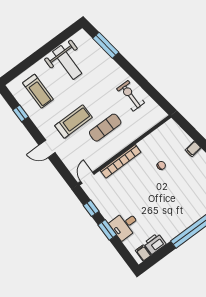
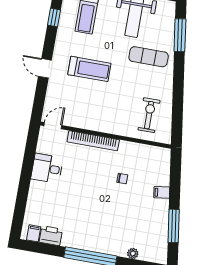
exercise bike: (131, 96) -> (149, 115), moved
exercise mat: (105, 128) -> (149, 57), moved
window: (91, 208) -> (30, 153), removed
desk: (125, 225) -> (47, 168), moved
window: (107, 230) -> (24, 184), removed

